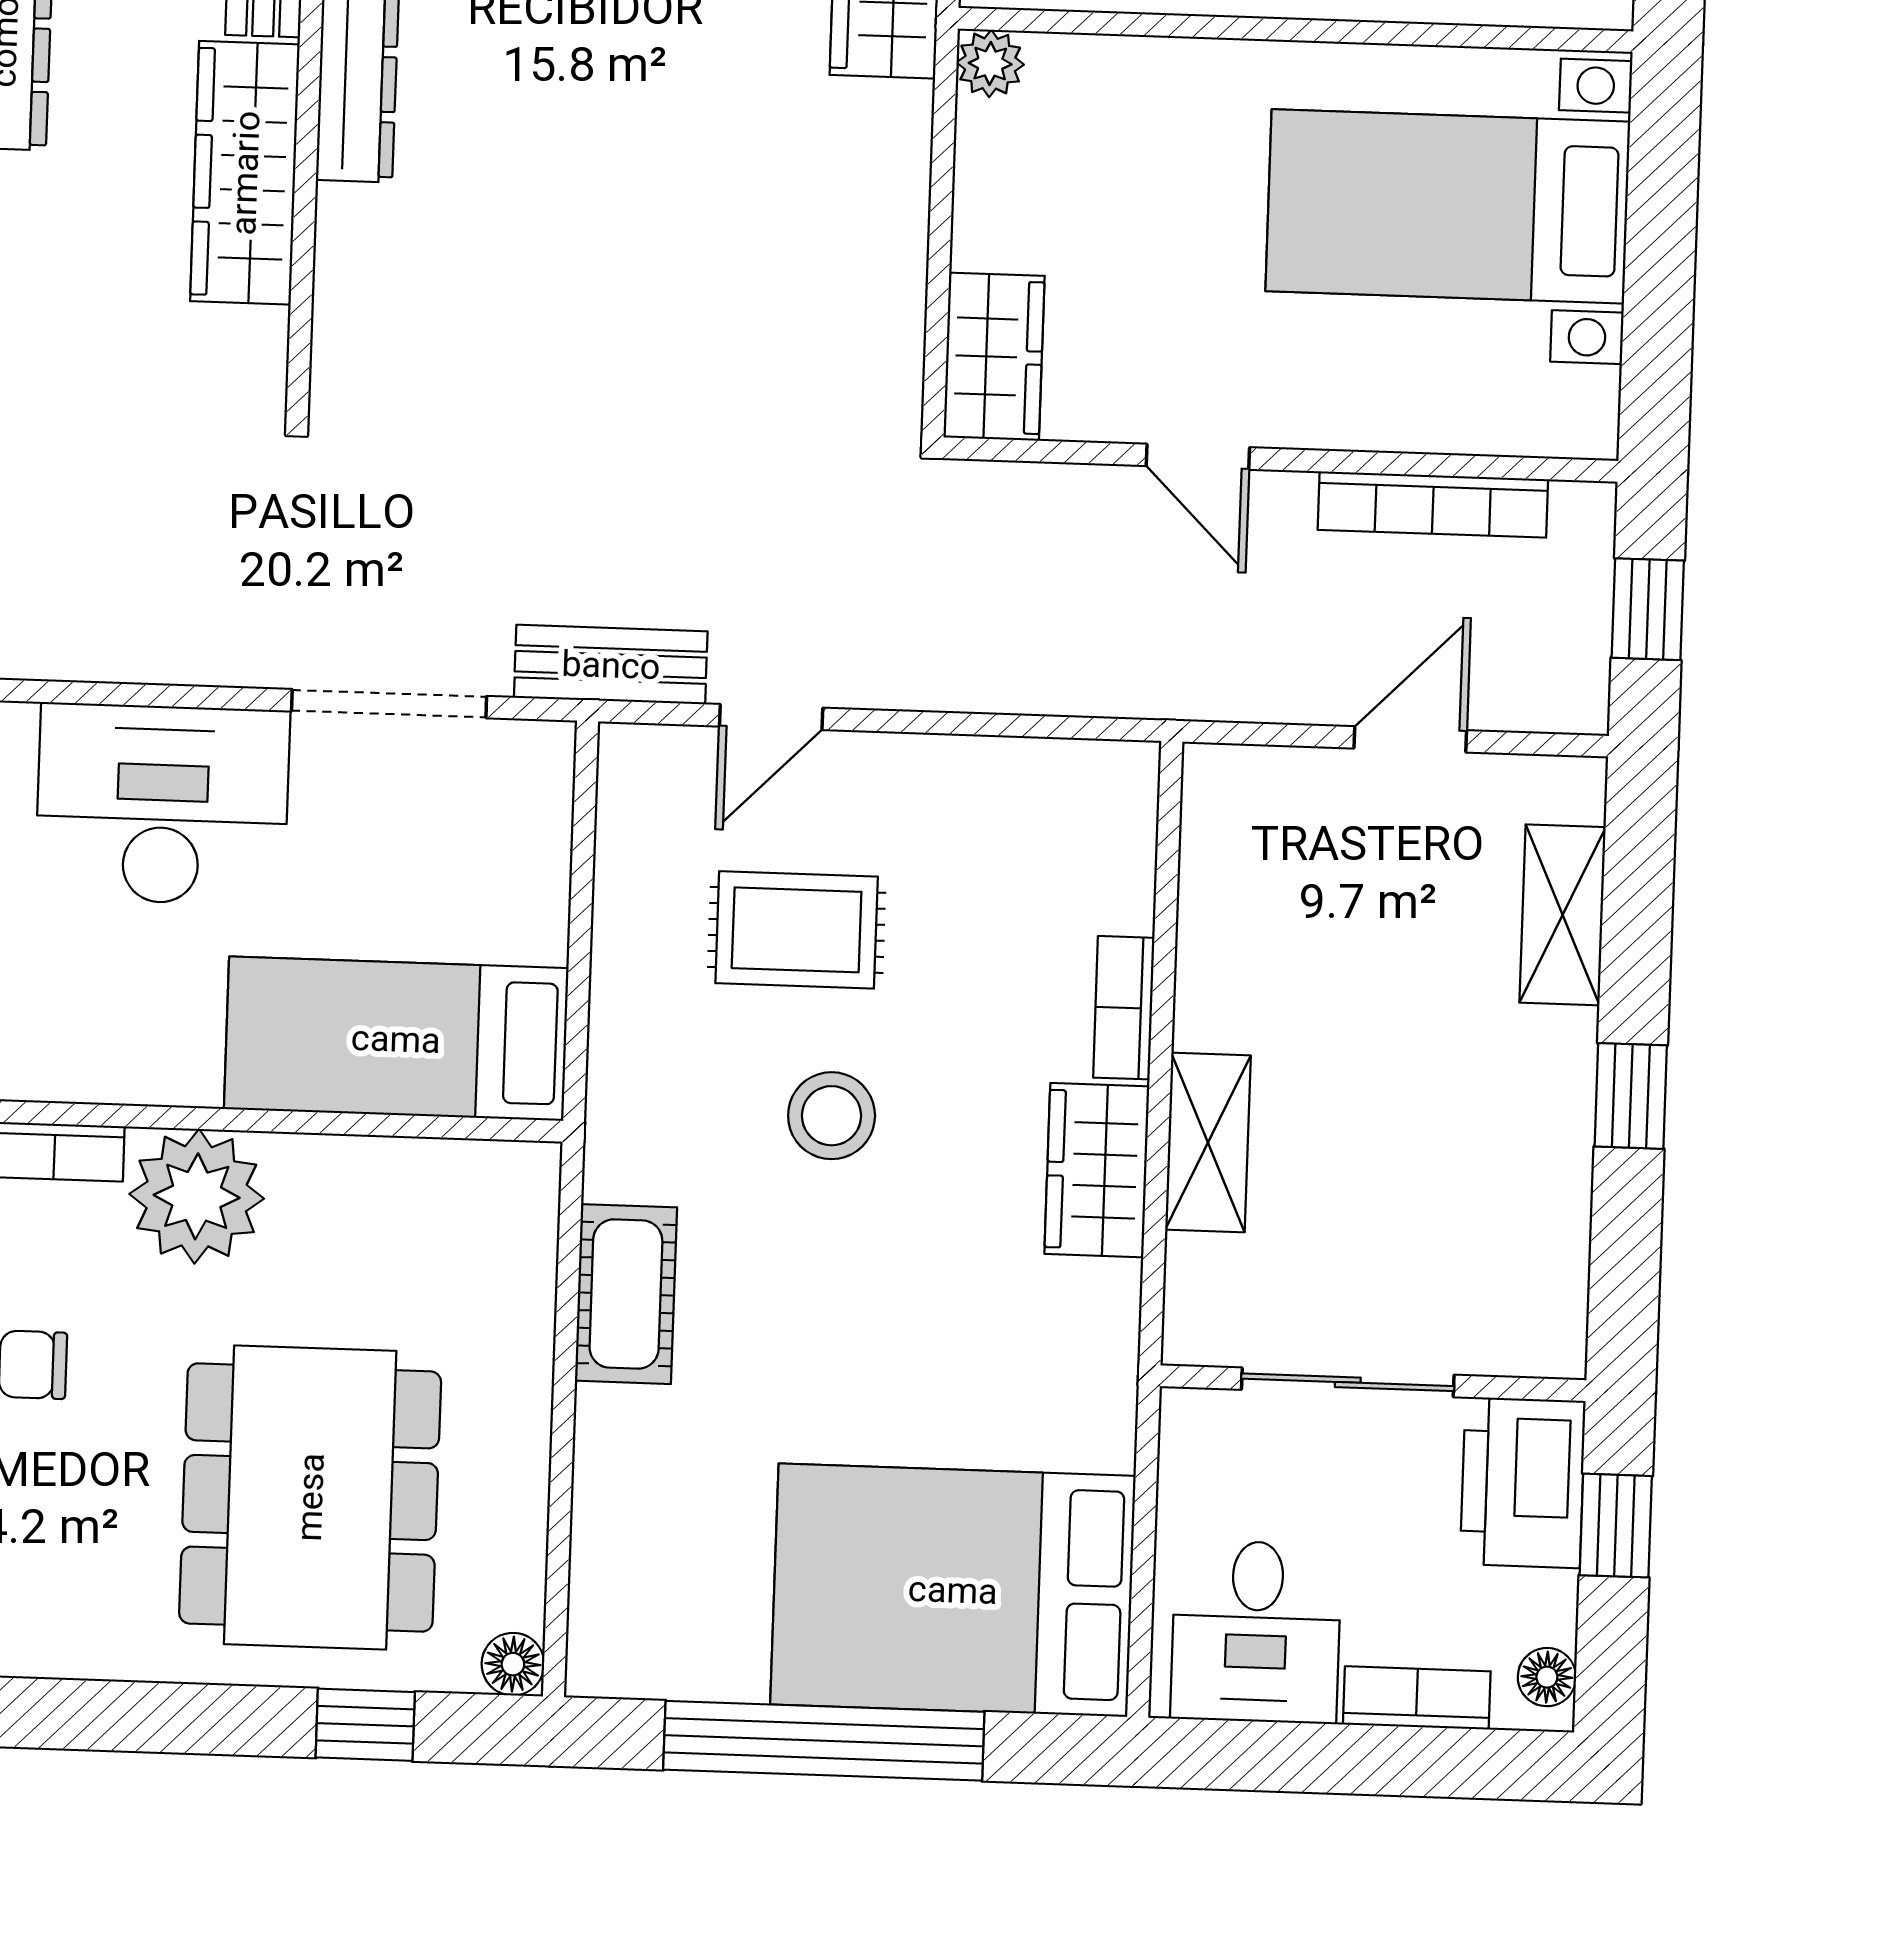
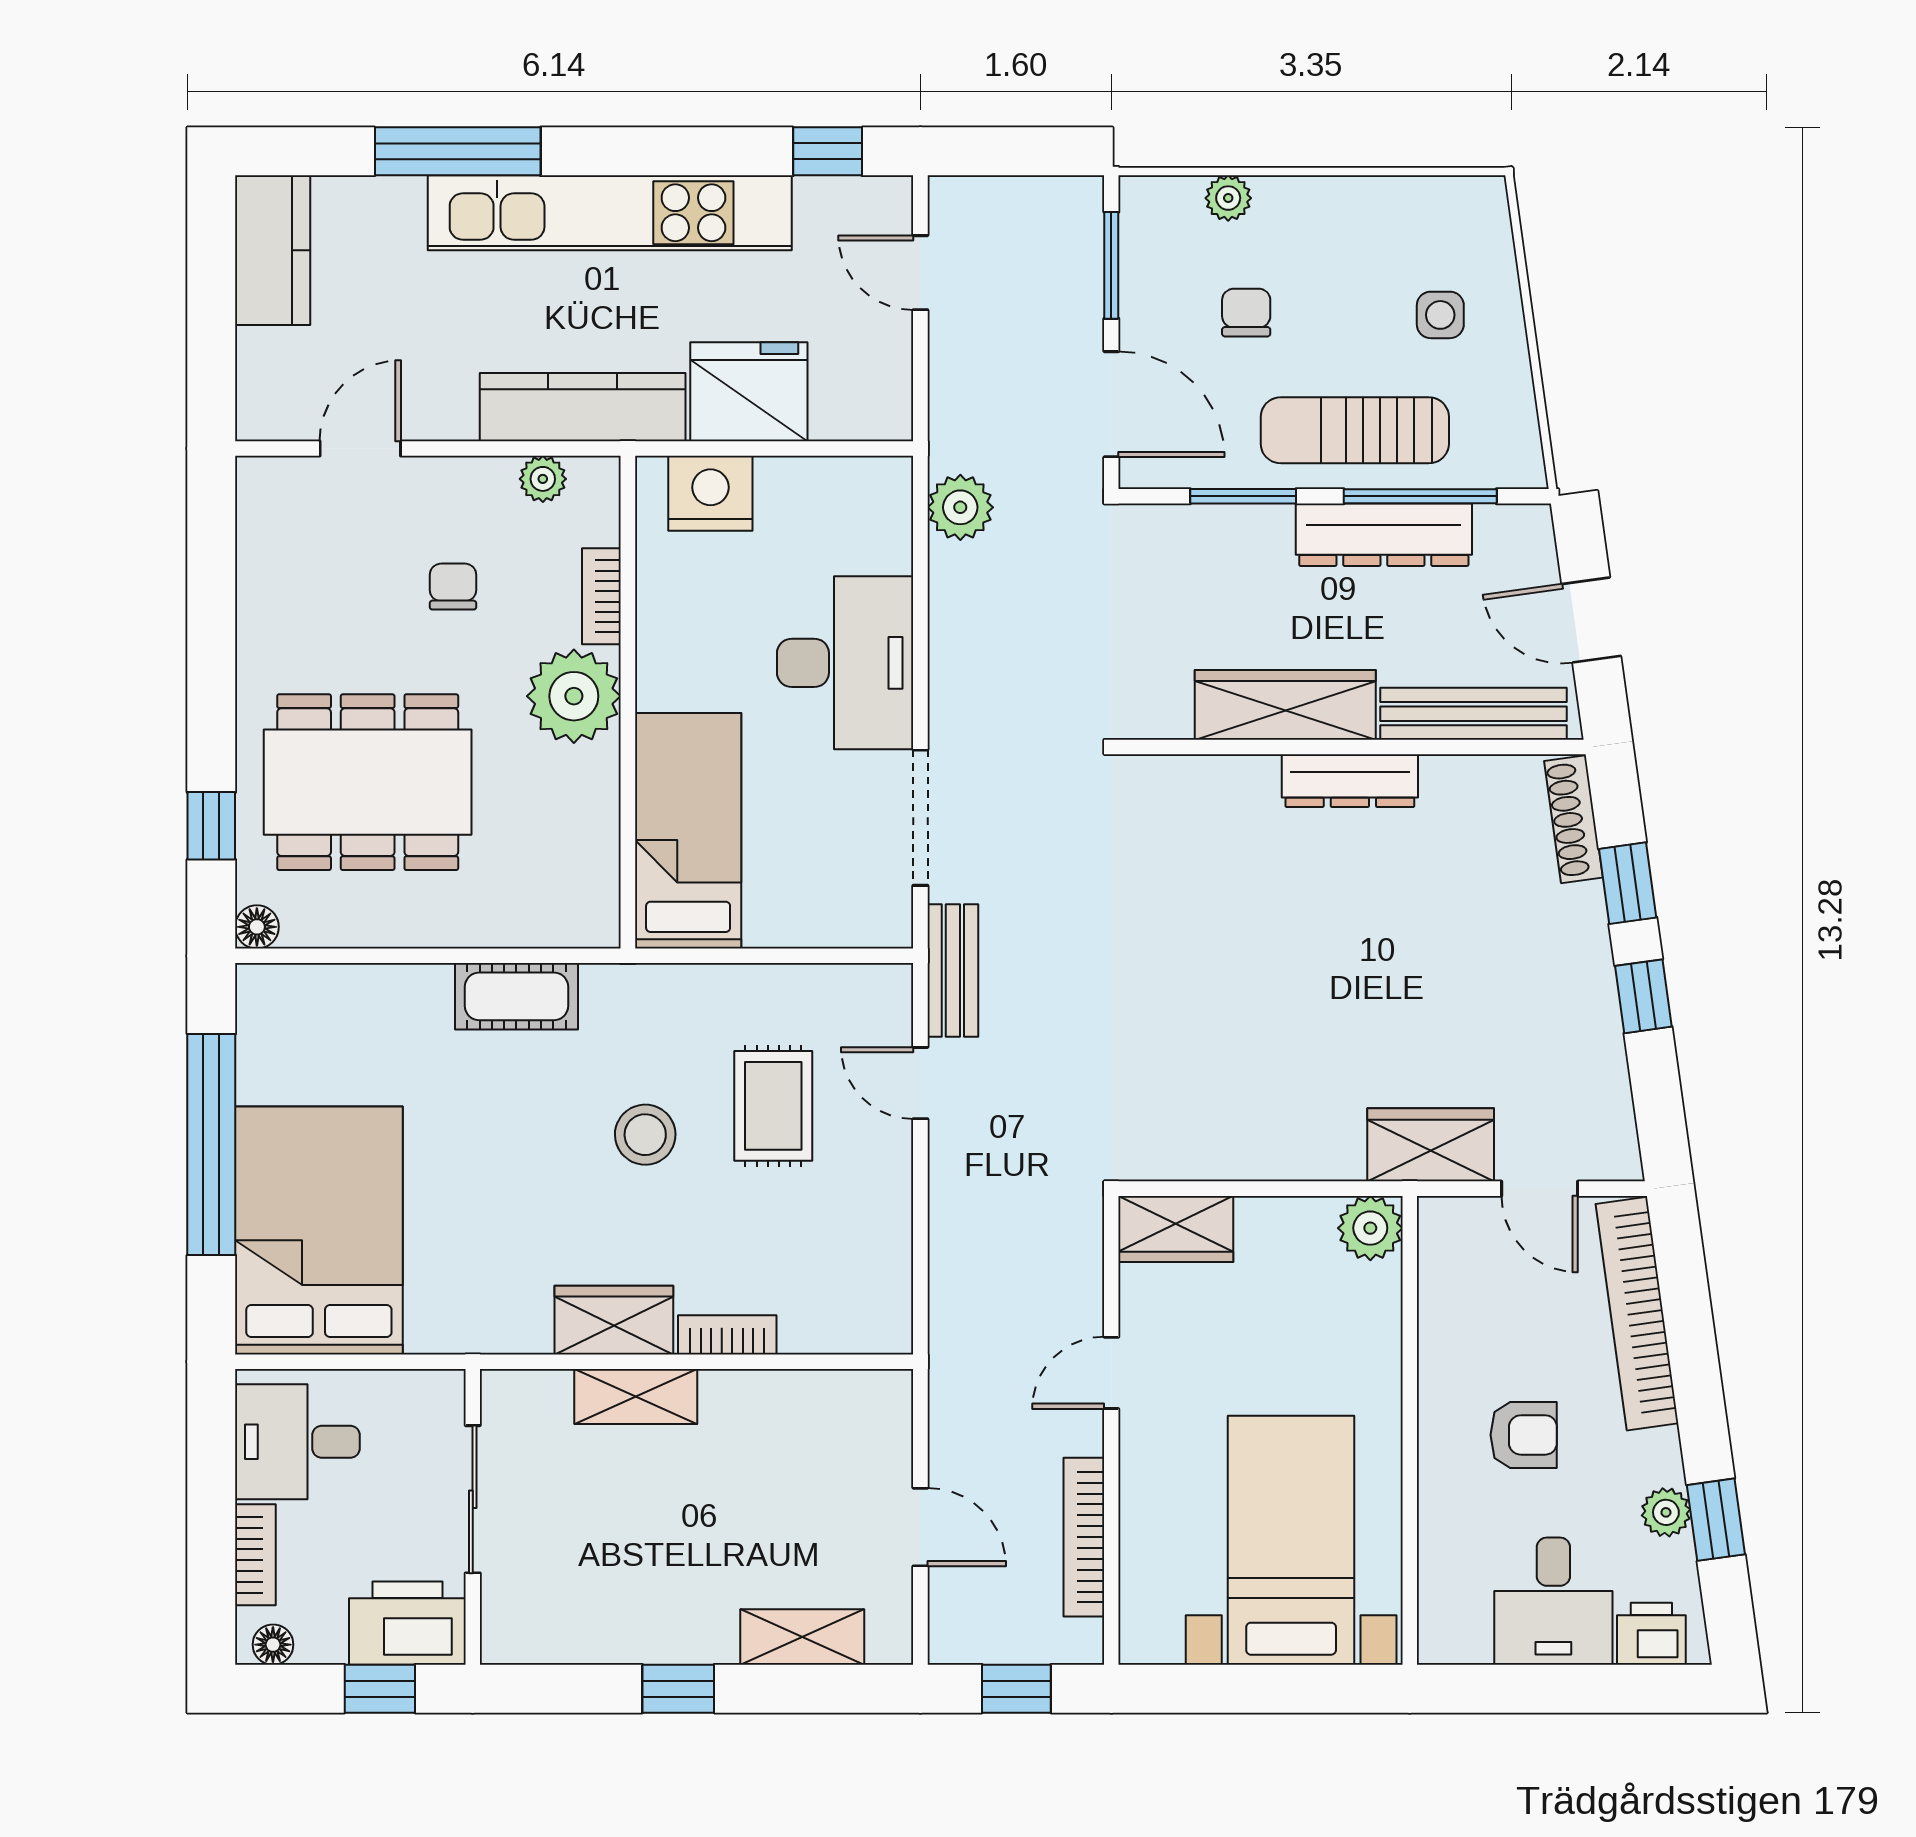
plant: (990, 64) -> (1370, 1228), width x1.38, depth x1.38

